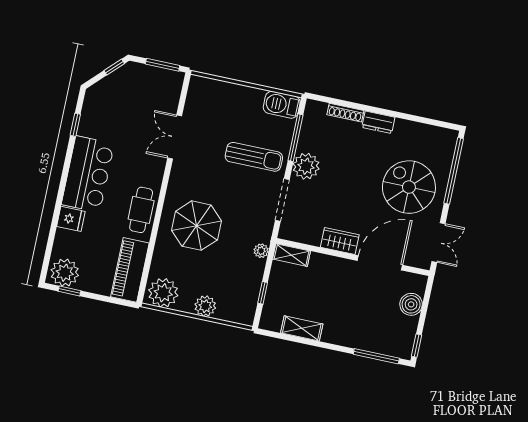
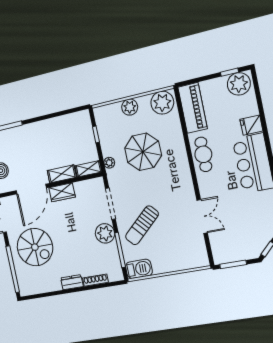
sun lounger: (254, 157) -> (142, 225), turned -42
parasol: (196, 226) -> (143, 152), moved
shelving: (302, 328) -> (62, 174), moved

